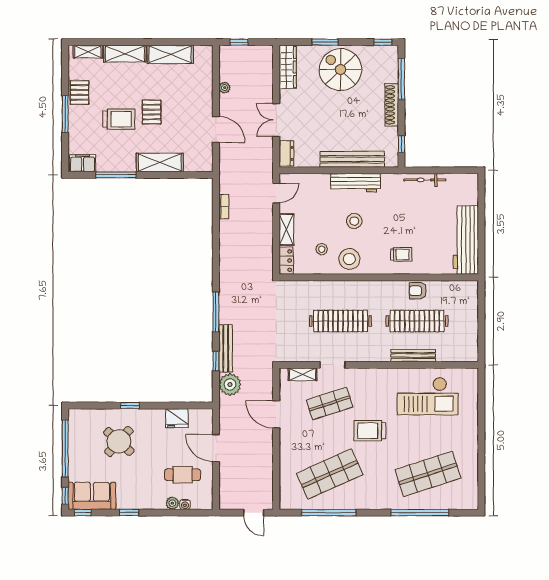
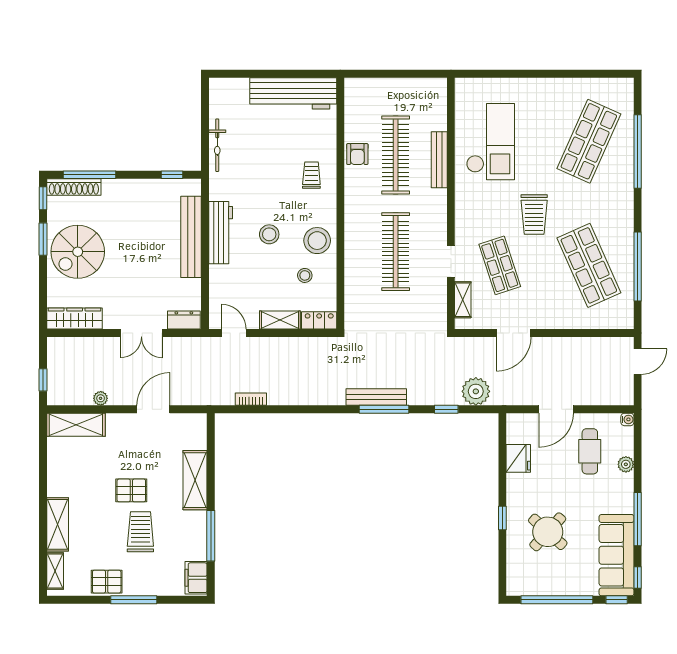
window: (325, 42) -> (43, 239), moved
shelving: (170, 54) -> (76, 425), moved, turned 90
shoe rack: (392, 105) -> (74, 187), moved
bench: (226, 348) -> (376, 397), moved
shop shelf: (428, 474) -> (589, 141), turned 42
sofa: (92, 496) -> (617, 555), width x1.36
water cooler: (185, 504) -> (627, 419), moved
window: (129, 513) -> (638, 519), width x2.17

